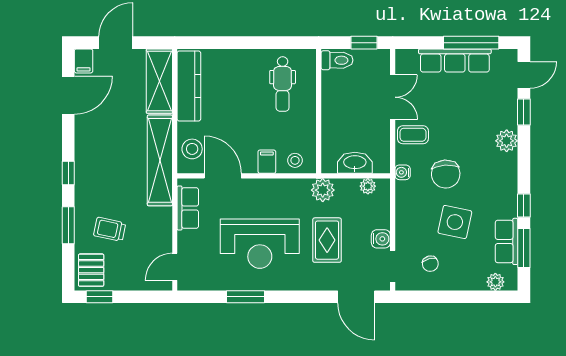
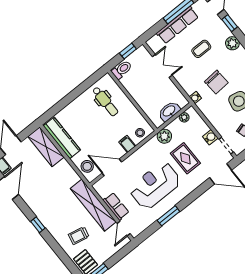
coffee table: (413, 135) -> (201, 49), moved
shelving: (160, 160) -> (93, 205), moved
row of seats: (188, 208) -> (116, 206), moved
window: (68, 225) -> (58, 249), removed
reception desk: (260, 244) -> (155, 185), turned 180

